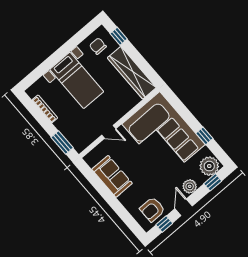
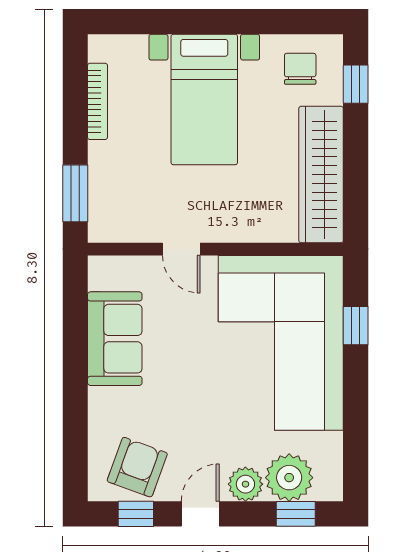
window: (204, 136) -> (356, 326), moved
plant: (209, 166) -> (289, 478), moved
armchair: (152, 209) -> (137, 467), turned 110

